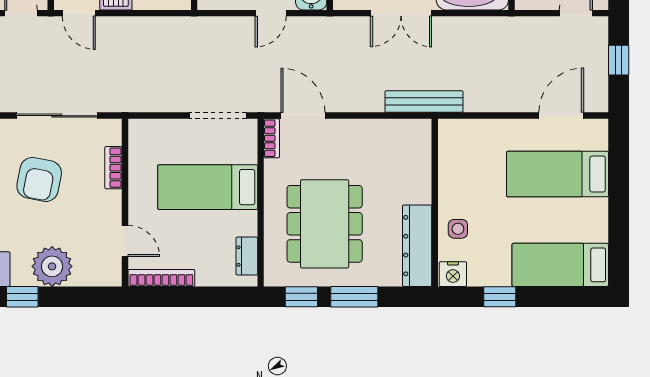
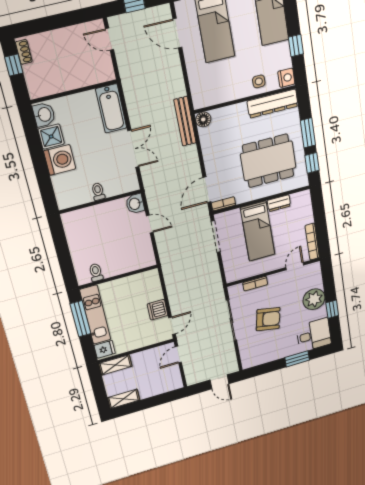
floor lamp: (420, 131) -> (203, 119), added
dresser: (247, 256) -> (279, 203), moved

